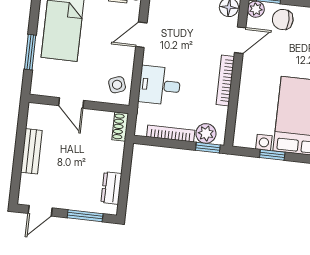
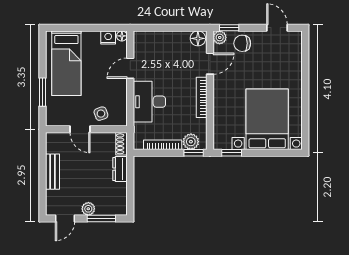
side table: (117, 85) -> (101, 114), moved
desk: (160, 85) -> (149, 102), width x1.37
window: (272, 155) -> (232, 153), moved
dresser: (111, 188) -> (120, 169), moved
plant: (70, 202) -> (88, 209), added

